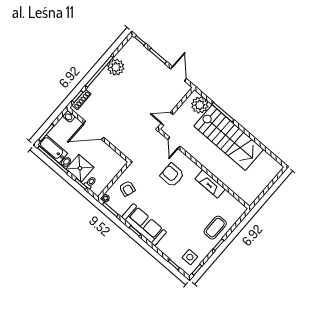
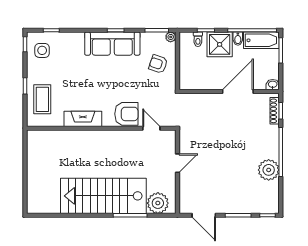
door: (174, 143) -> (151, 128), moved
wall: (204, 169) -> (101, 128), moved
fireplace: (210, 184) -> (83, 119), moved

